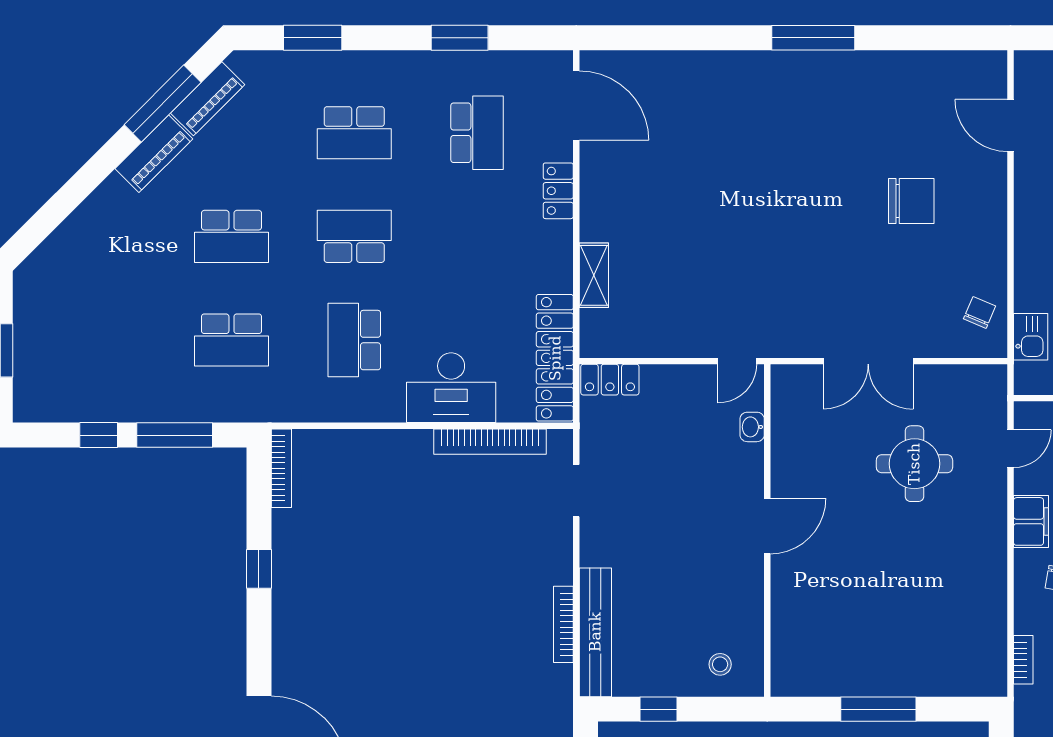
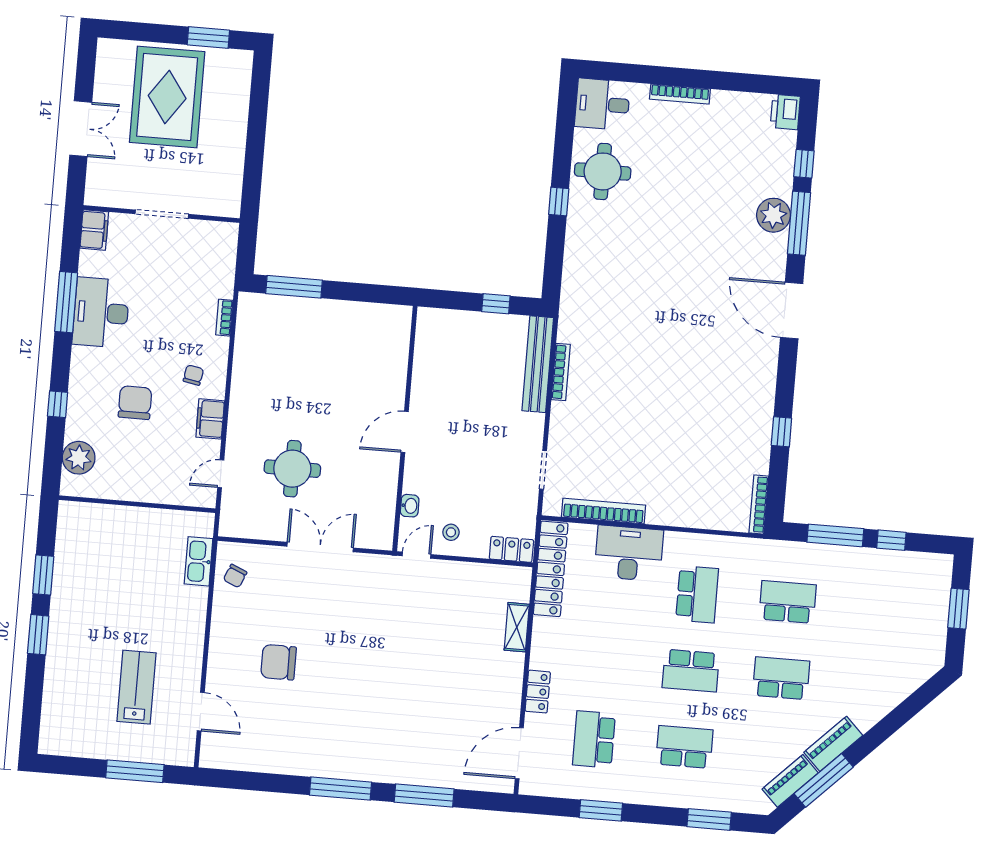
window: (700, 38) -> (424, 796), added
door: (576, 105) -> (519, 753), hinge flipped
kitchen sink: (1031, 337) -> (199, 561), width x1.38
stool: (720, 664) -> (451, 532), moved
window: (878, 709) -> (294, 287), moved

